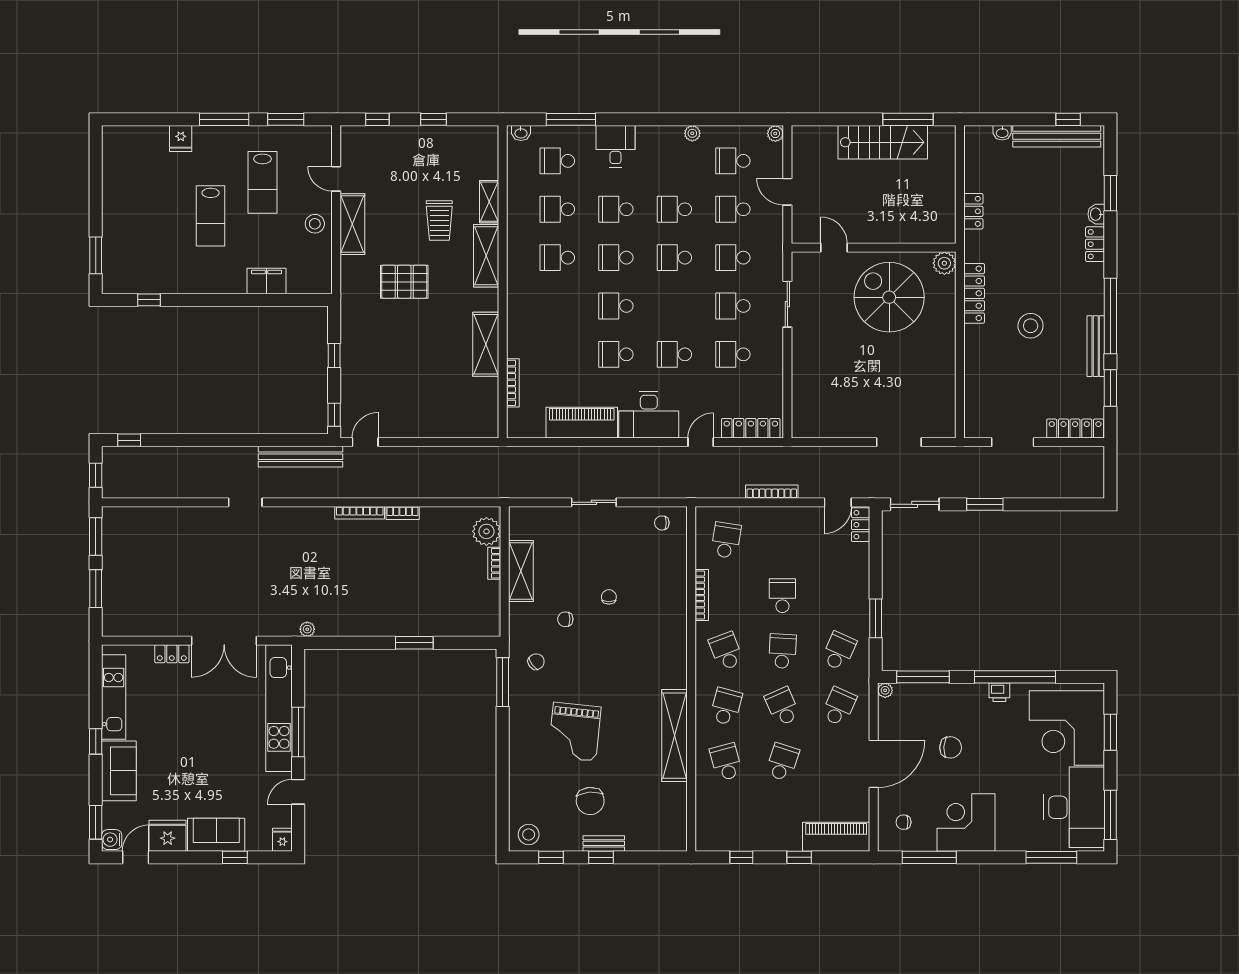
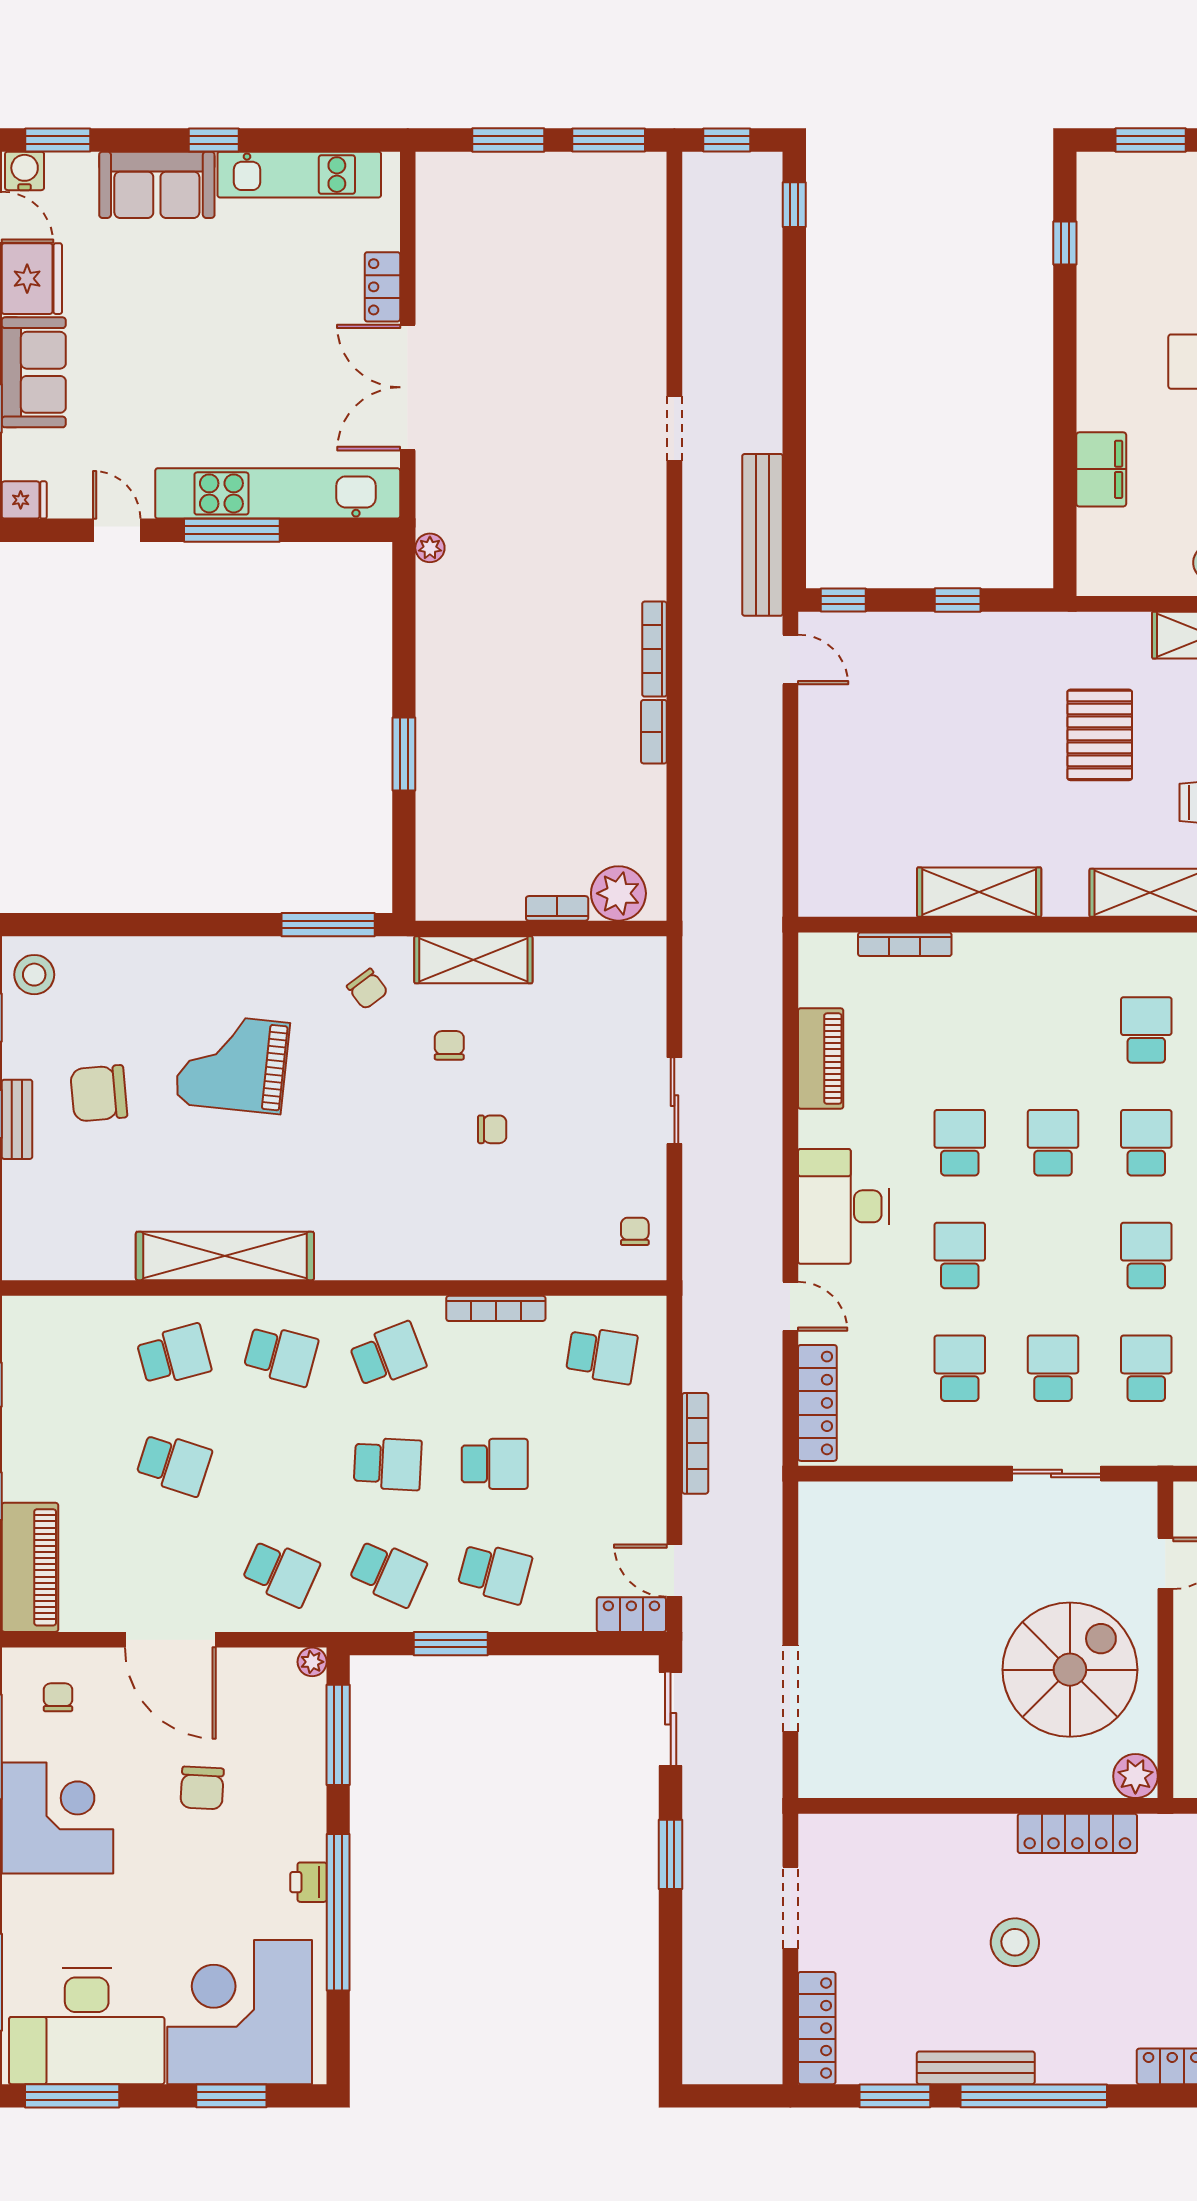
piano: (582, 423) -> (821, 1059), width x0.73, depth x0.75
shelving: (521, 571) -> (473, 960), moved
school desk: (782, 707) -> (495, 1573), moved, turned 39

